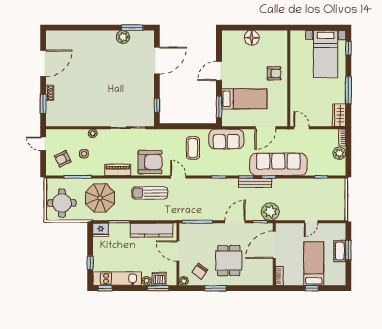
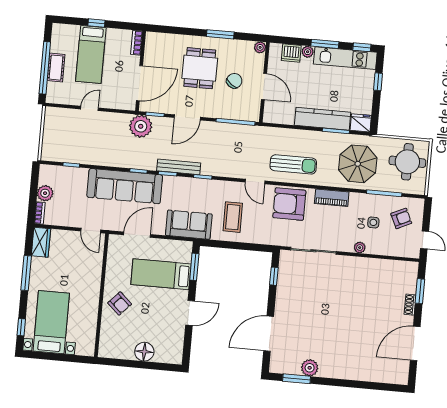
armchair: (274, 73) -> (120, 303), turned -137
bench: (255, 183) -> (179, 167), moved
kitchen counter: (151, 230) -> (323, 119), moved
window: (348, 250) -> (45, 68), width x2.11
chair: (200, 271) -> (234, 81), moved
window: (158, 288) -> (325, 44), moved

